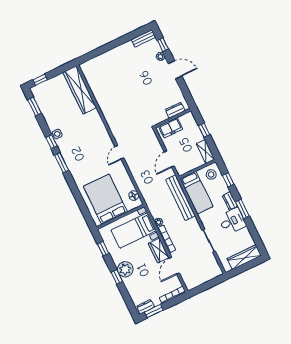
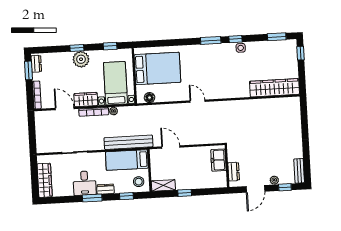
dresser: (175, 110) -> (234, 172), moved
wall: (173, 118) -> (227, 166), moved
freezer: (171, 128) -> (218, 160), moved

